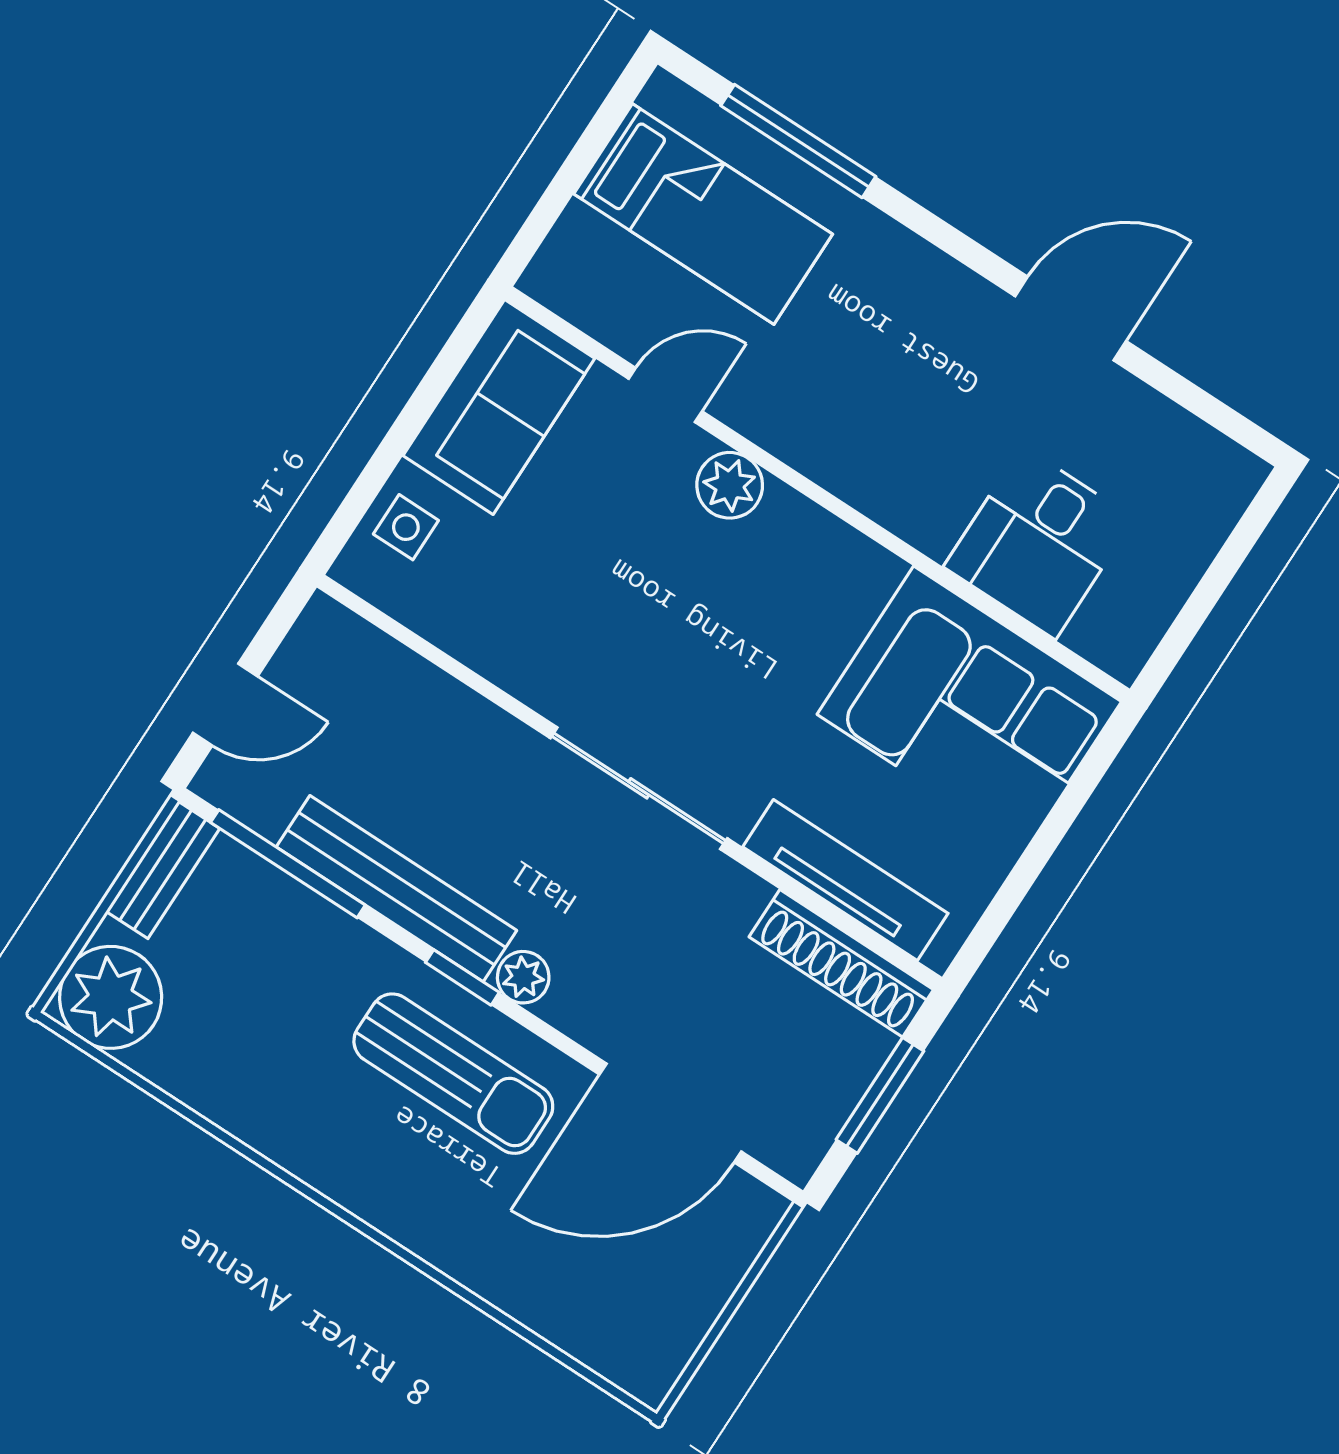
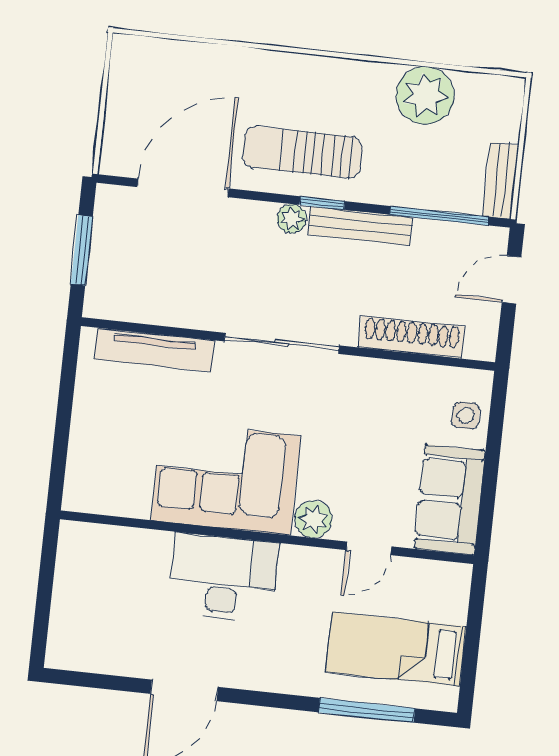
desk: (1039, 543) -> (223, 578), moved, width x1.37
corner sofa: (969, 708) -> (226, 478), moved
bench: (396, 889) -> (360, 226), width x0.73, depth x0.82
shoe rack: (841, 963) -> (412, 337), moved
plant: (111, 997) -> (425, 95), moved

